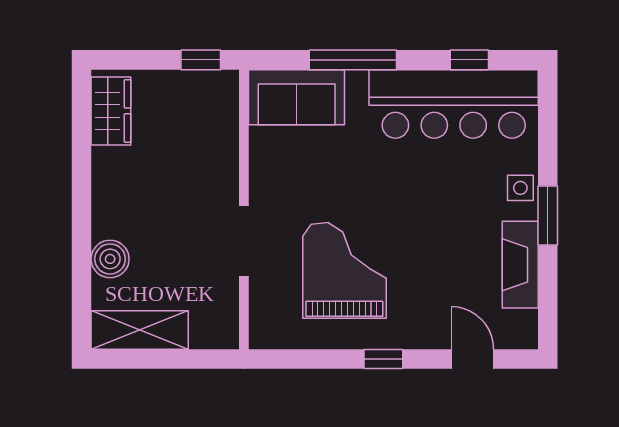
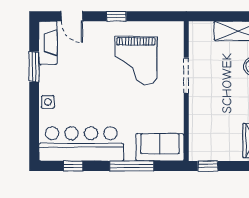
window: (548, 215) -> (34, 67), moved
fireplace: (520, 265) -> (48, 43), moved

